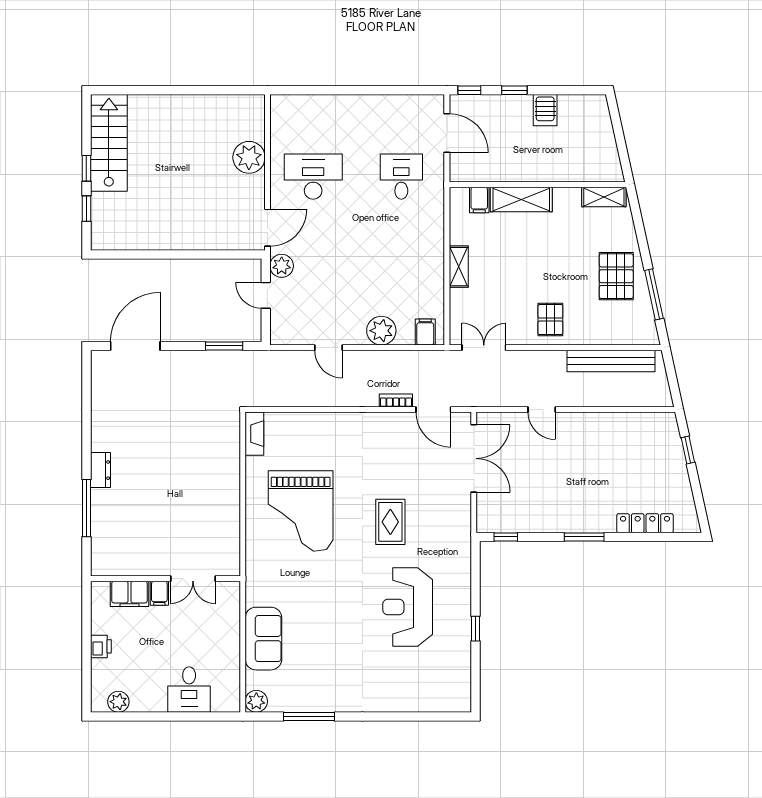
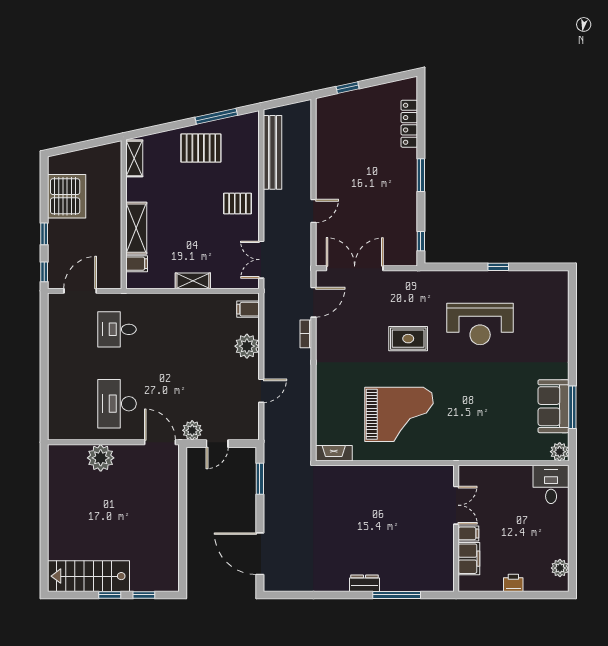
server rack: (545, 110) -> (67, 196), width x2.18, depth x1.44
sofa: (263, 639) -> (554, 406), moved, turned -90
desk: (189, 690) -> (551, 484), moved, turned -90

